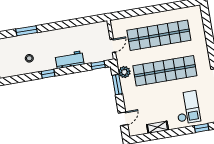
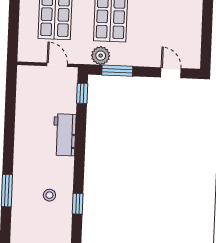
window: (48, 74) -> (78, 204), moved
shelving: (158, 127) -> (195, 23), removed

